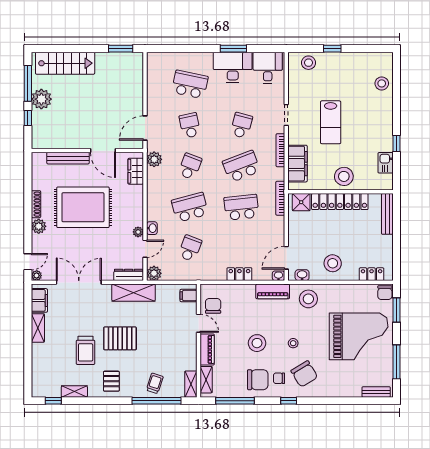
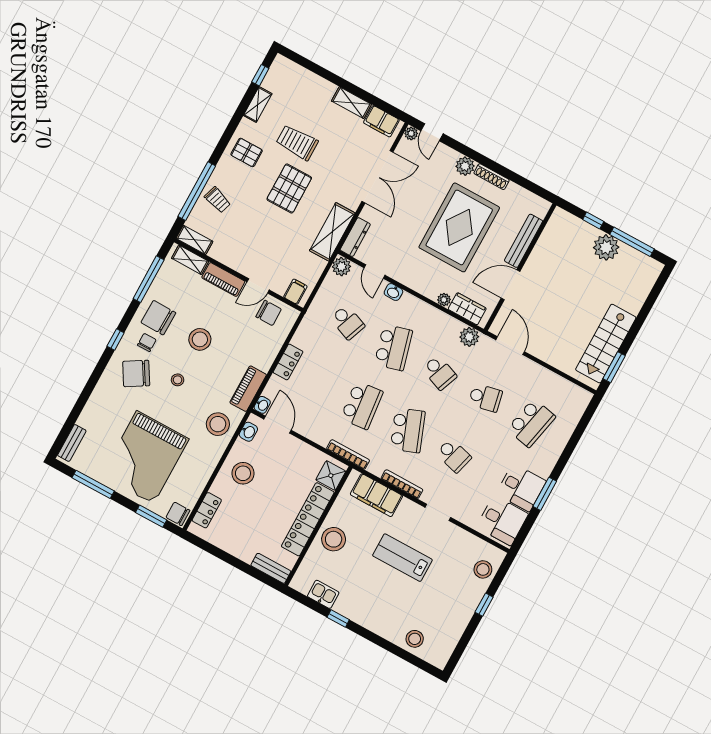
stairs: (65, 63) -> (606, 344), moved
desk: (233, 67) -> (521, 487), width x0.73
bench: (387, 214) -> (271, 568), width x0.73
plant: (138, 232) -> (444, 300), moved
chair: (258, 380) -> (158, 318), turned 91

